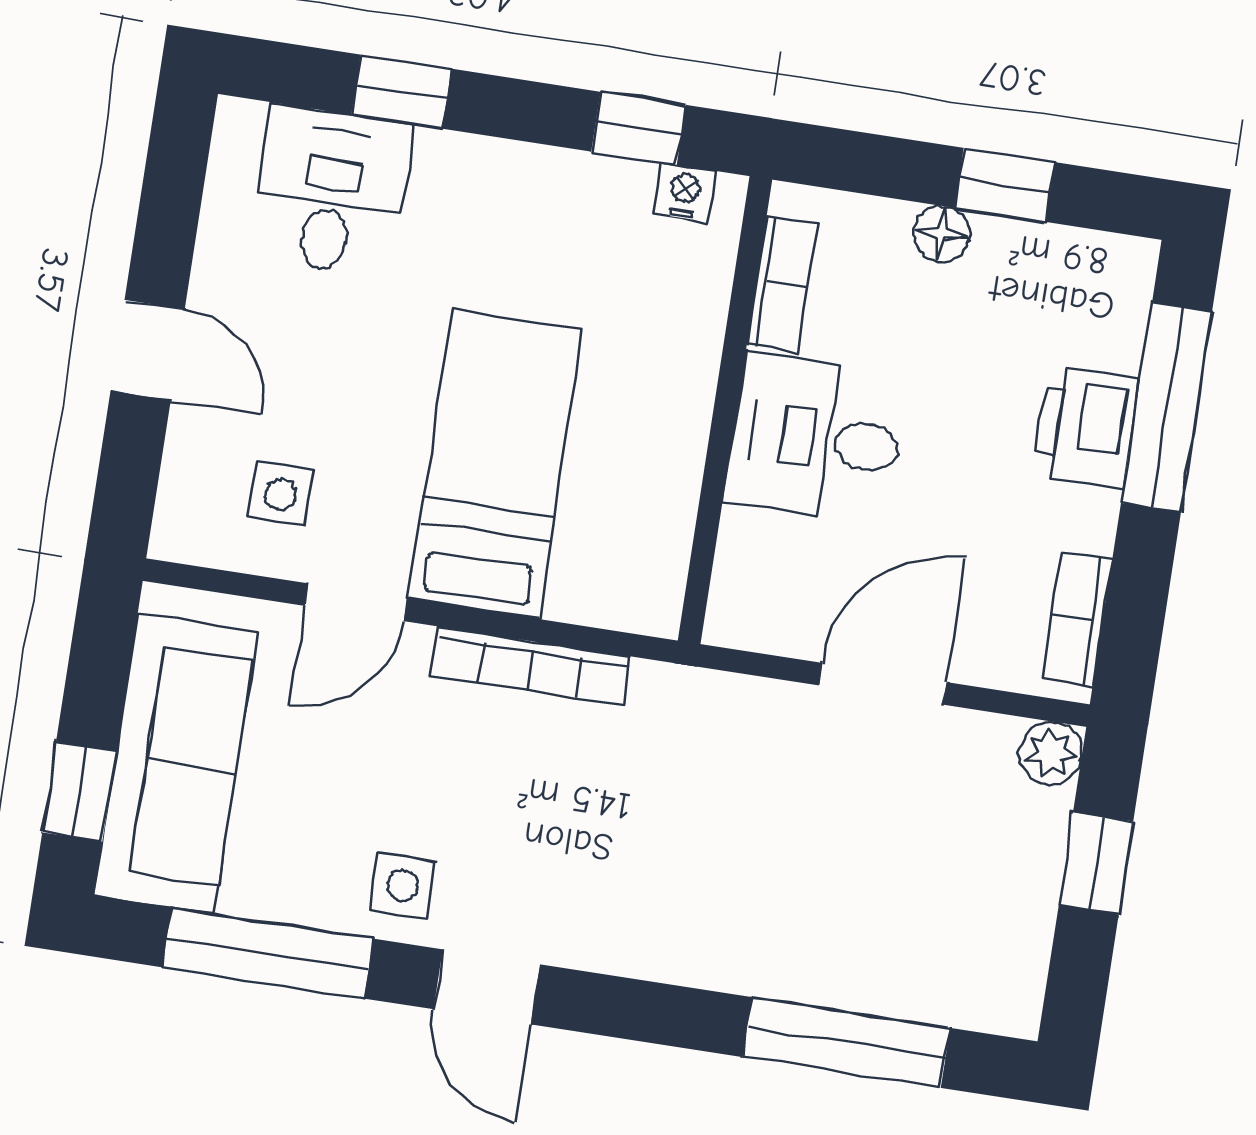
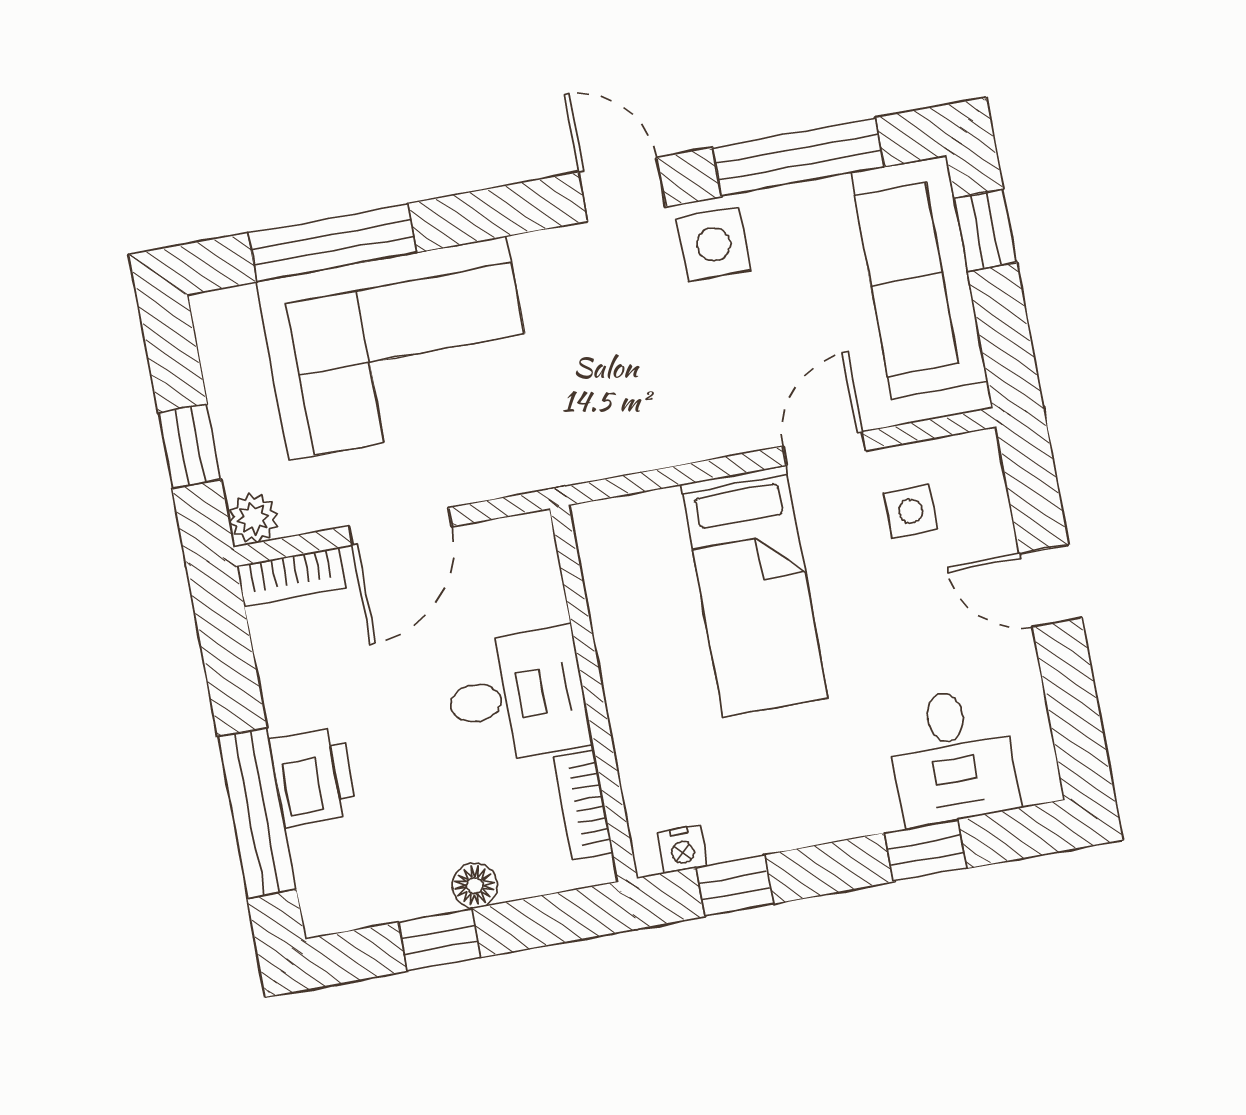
bookcase: (1077, 619) -> (291, 577), moved, turned 90
bookcase: (530, 666) -> (674, 446), removed
side table: (402, 886) -> (713, 244), width x1.37, depth x1.37
corner sofa: (813, 893) -> (397, 348), added

